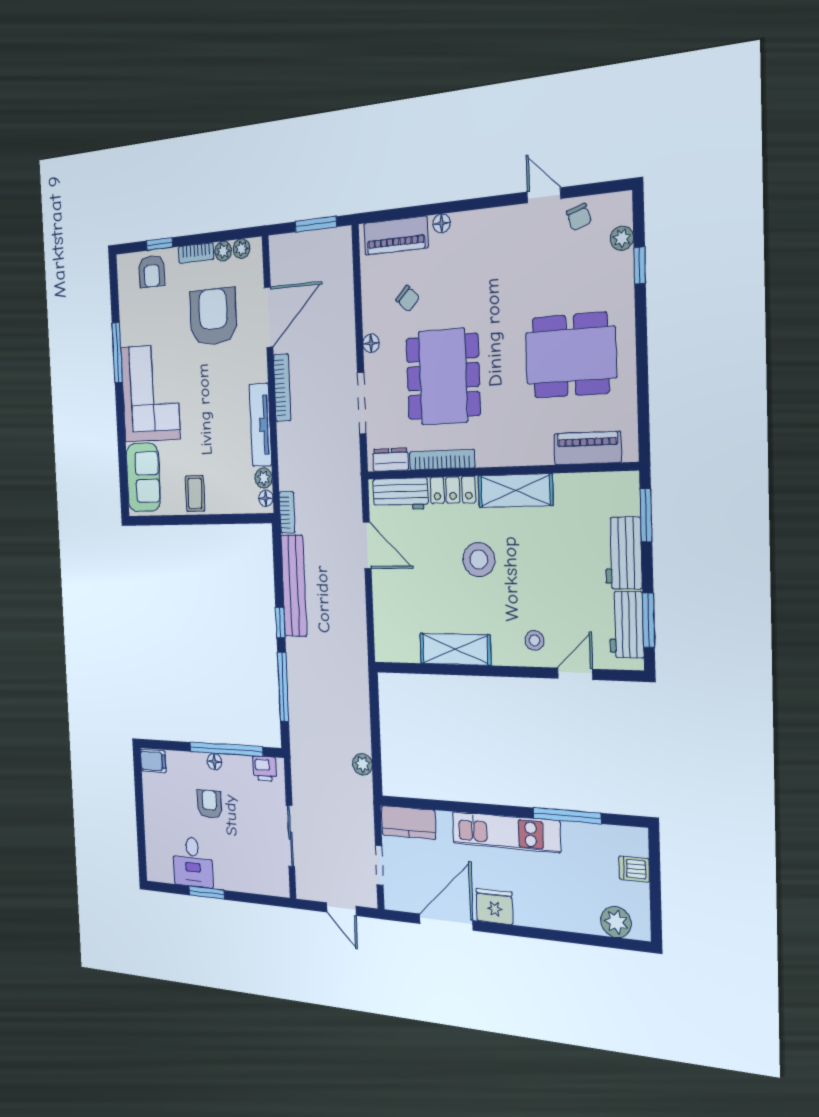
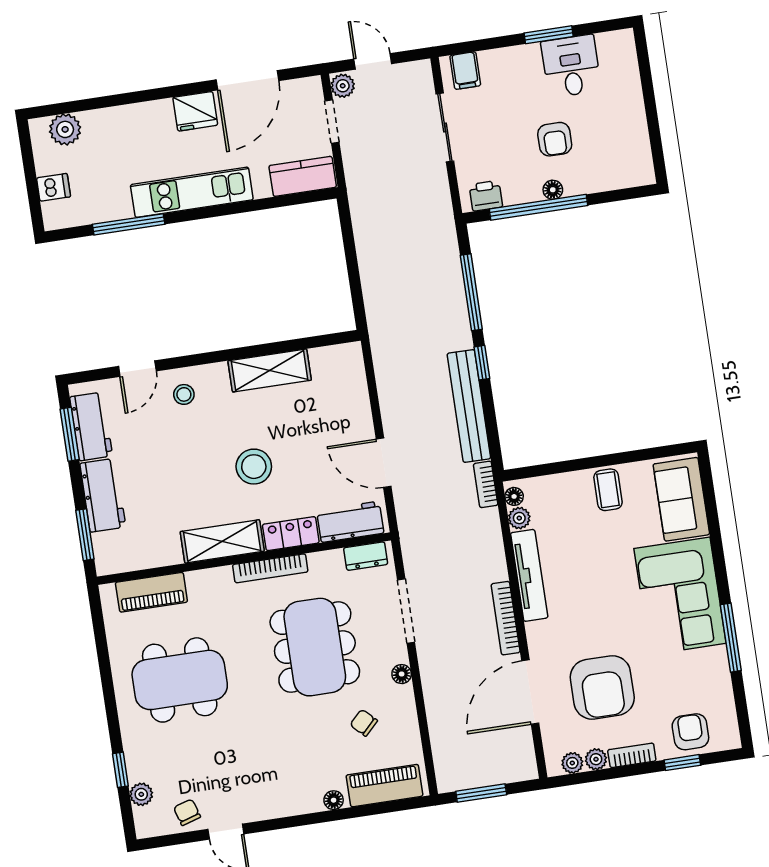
bookcase: (442, 460) -> (270, 568), moved
filing cabinet: (153, 761) -> (465, 71), moved, turned -90
plant: (362, 764) -> (343, 86), moved

